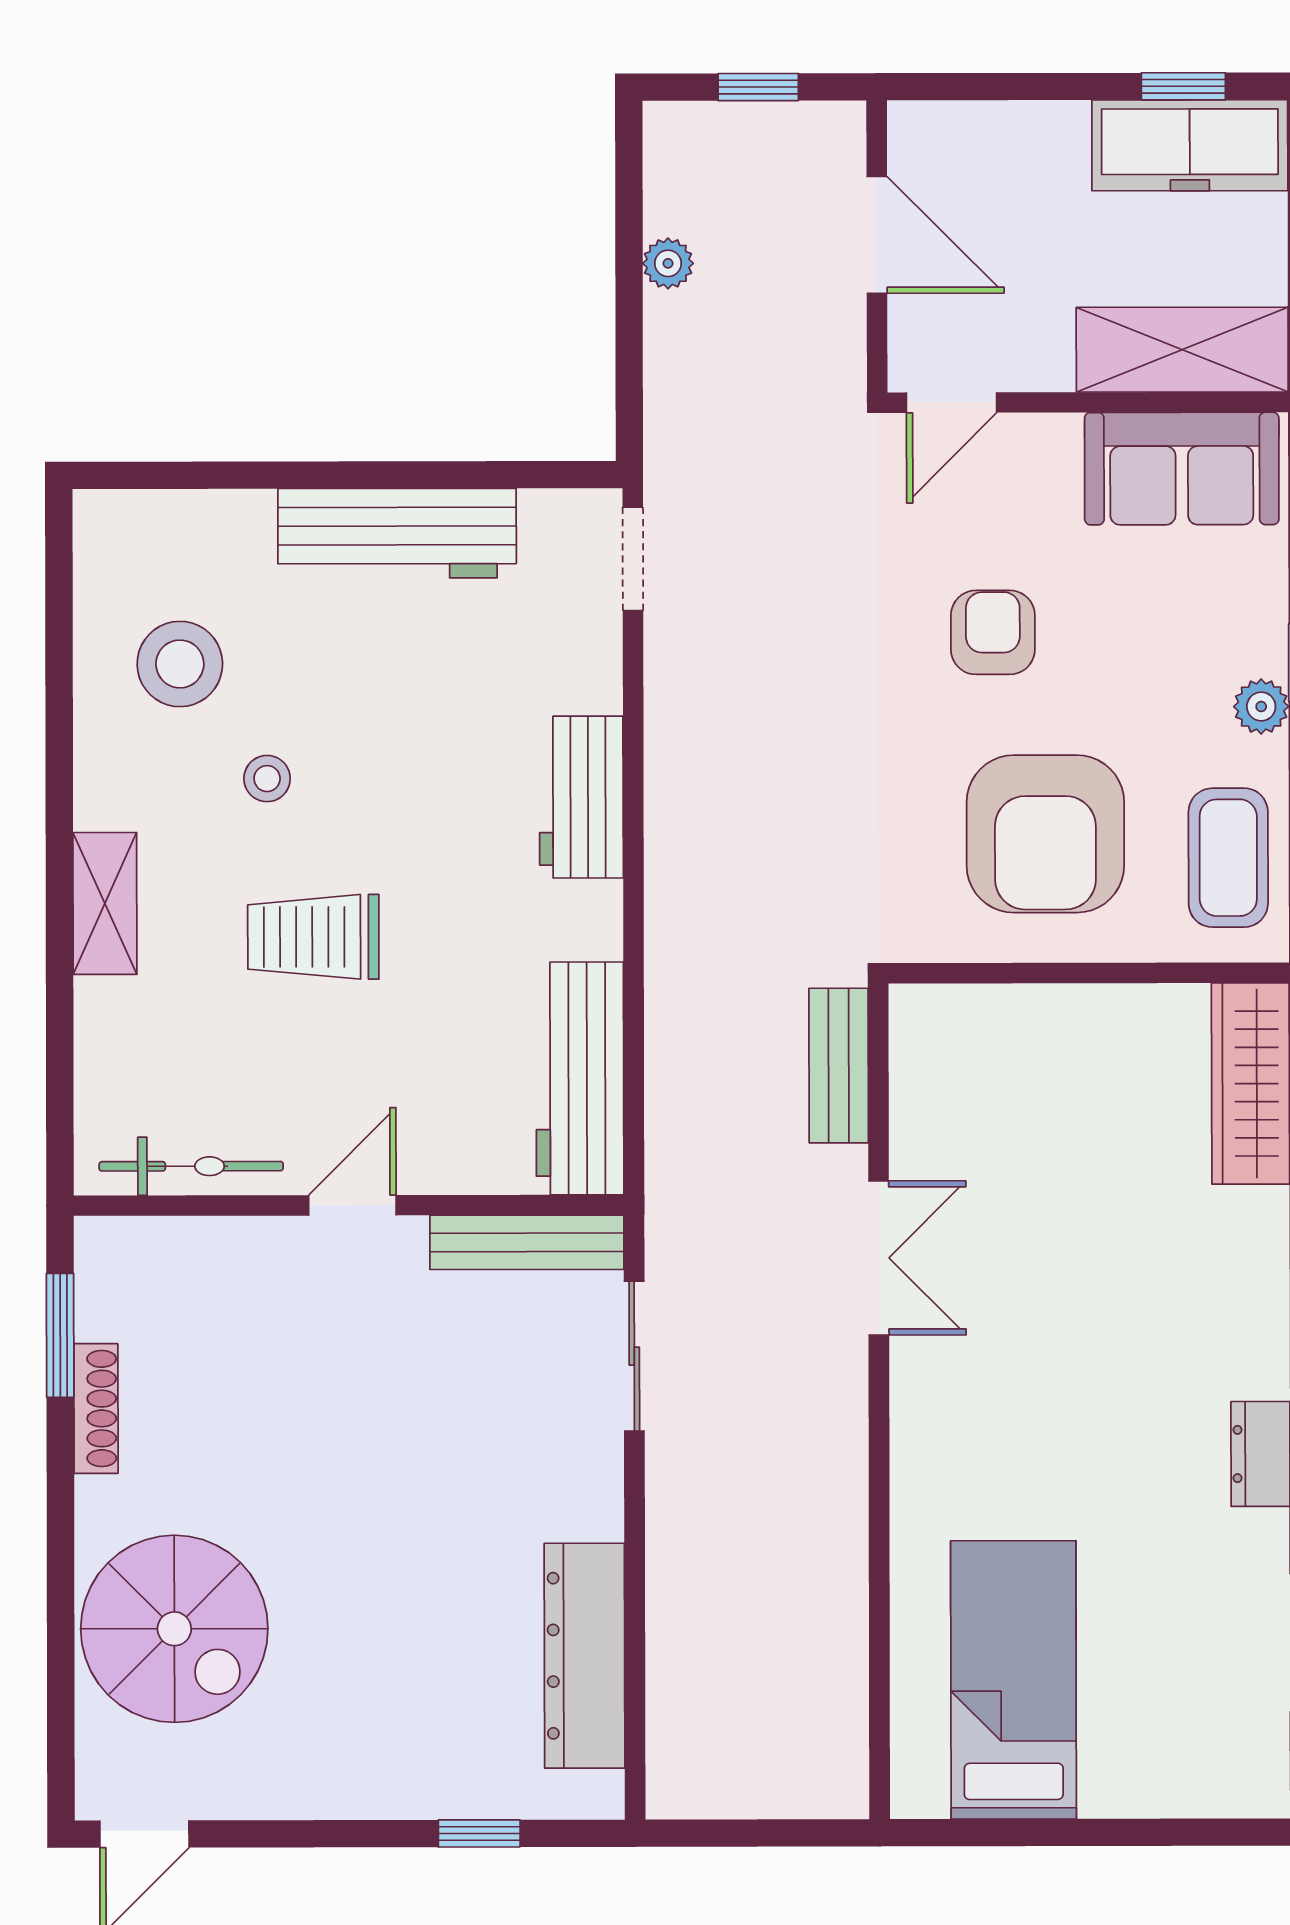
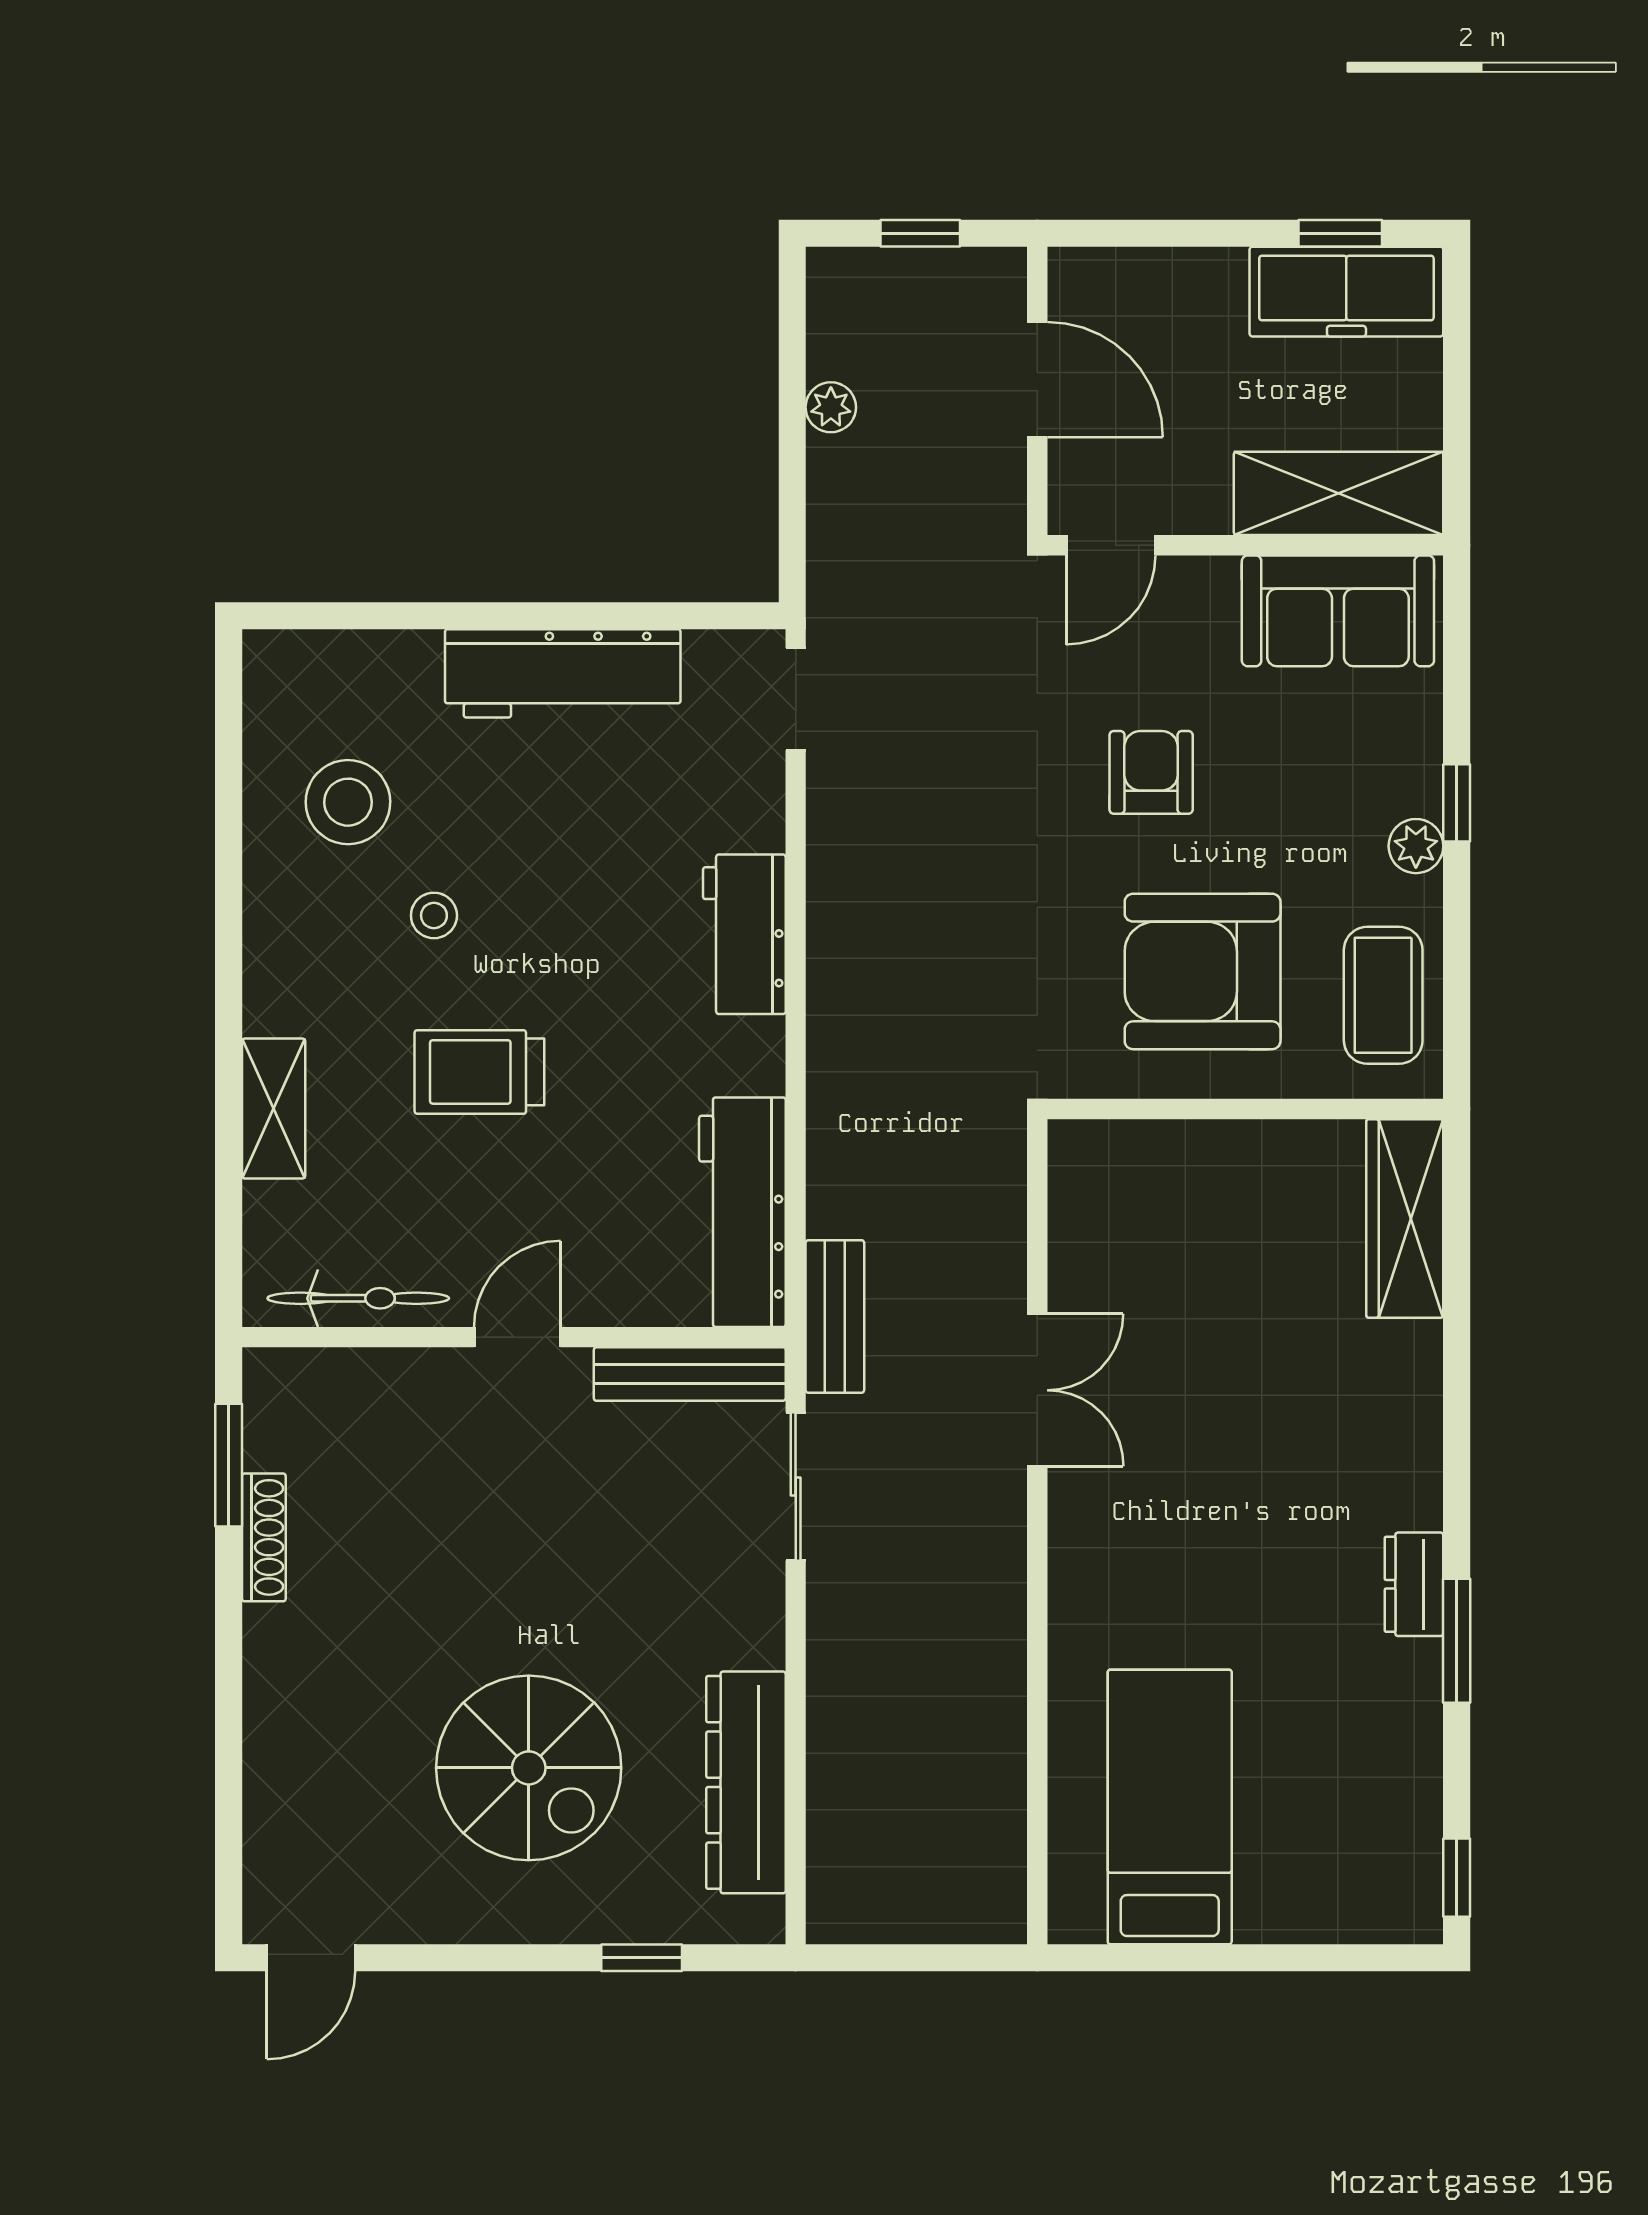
armchair: (1045, 834) -> (1203, 971), turned 90
shelving: (105, 903) -> (274, 1109), moved
bench: (839, 1066) -> (835, 1316), moved
spiral stairs: (174, 1629) -> (529, 1768), moved

